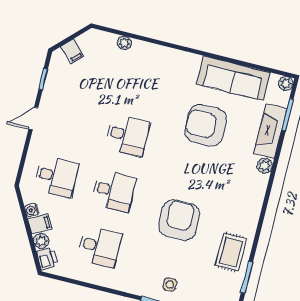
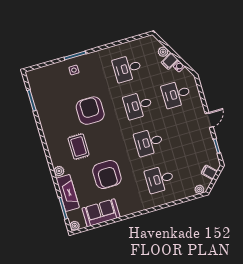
plant: (124, 43) -> (199, 189), moved
sofa: (233, 78) -> (101, 213), width x0.73
desk: (141, 80) -> (160, 179), added
armchair: (206, 125) -> (107, 175), turned 90
armchair: (179, 220) -> (90, 111), turned 180
rug: (231, 252) -> (79, 147), moved
printer: (47, 259) -> (154, 44), removed

